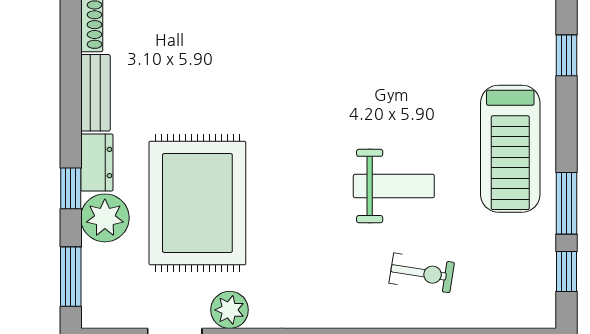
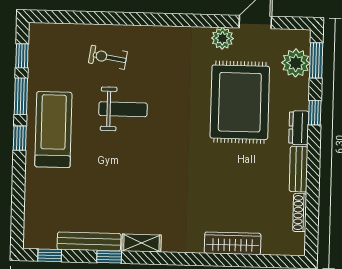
window: (566, 55) -> (20, 138), moved
weight bench: (394, 186) -> (123, 109), turned 180
plant: (105, 218) -> (296, 63), moved

